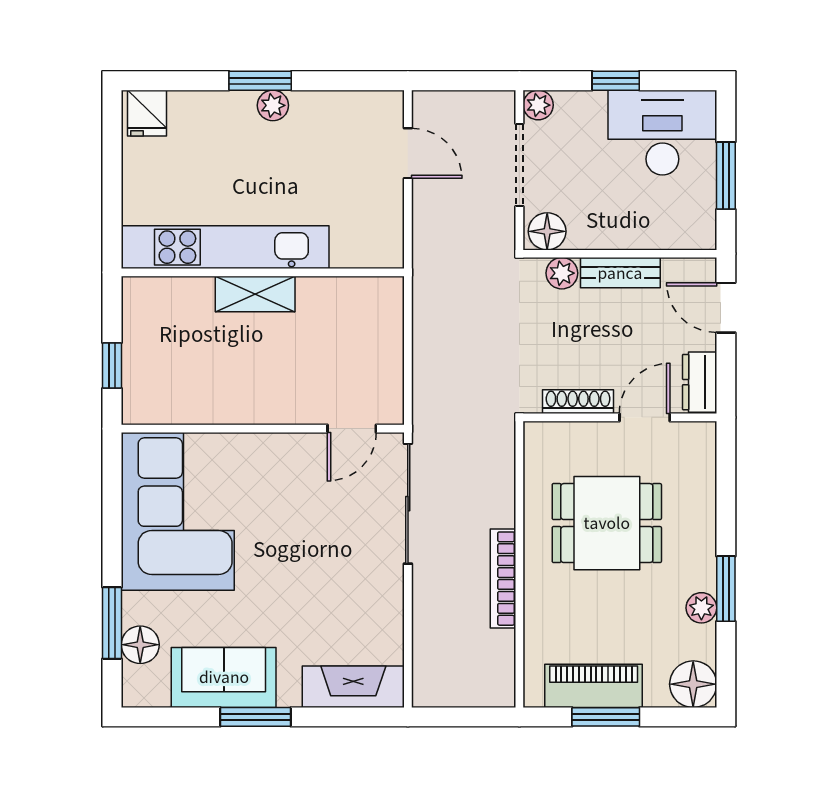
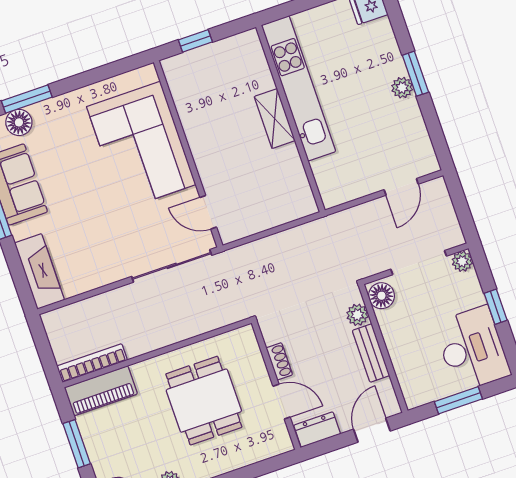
shoe rack: (578, 402) -> (279, 361), width x0.70
corner sofa: (178, 511) -> (141, 146), moved, turned 90
bookcase: (503, 579) -> (92, 363), moved
piano: (594, 686) -> (101, 391), moved, turned 90

